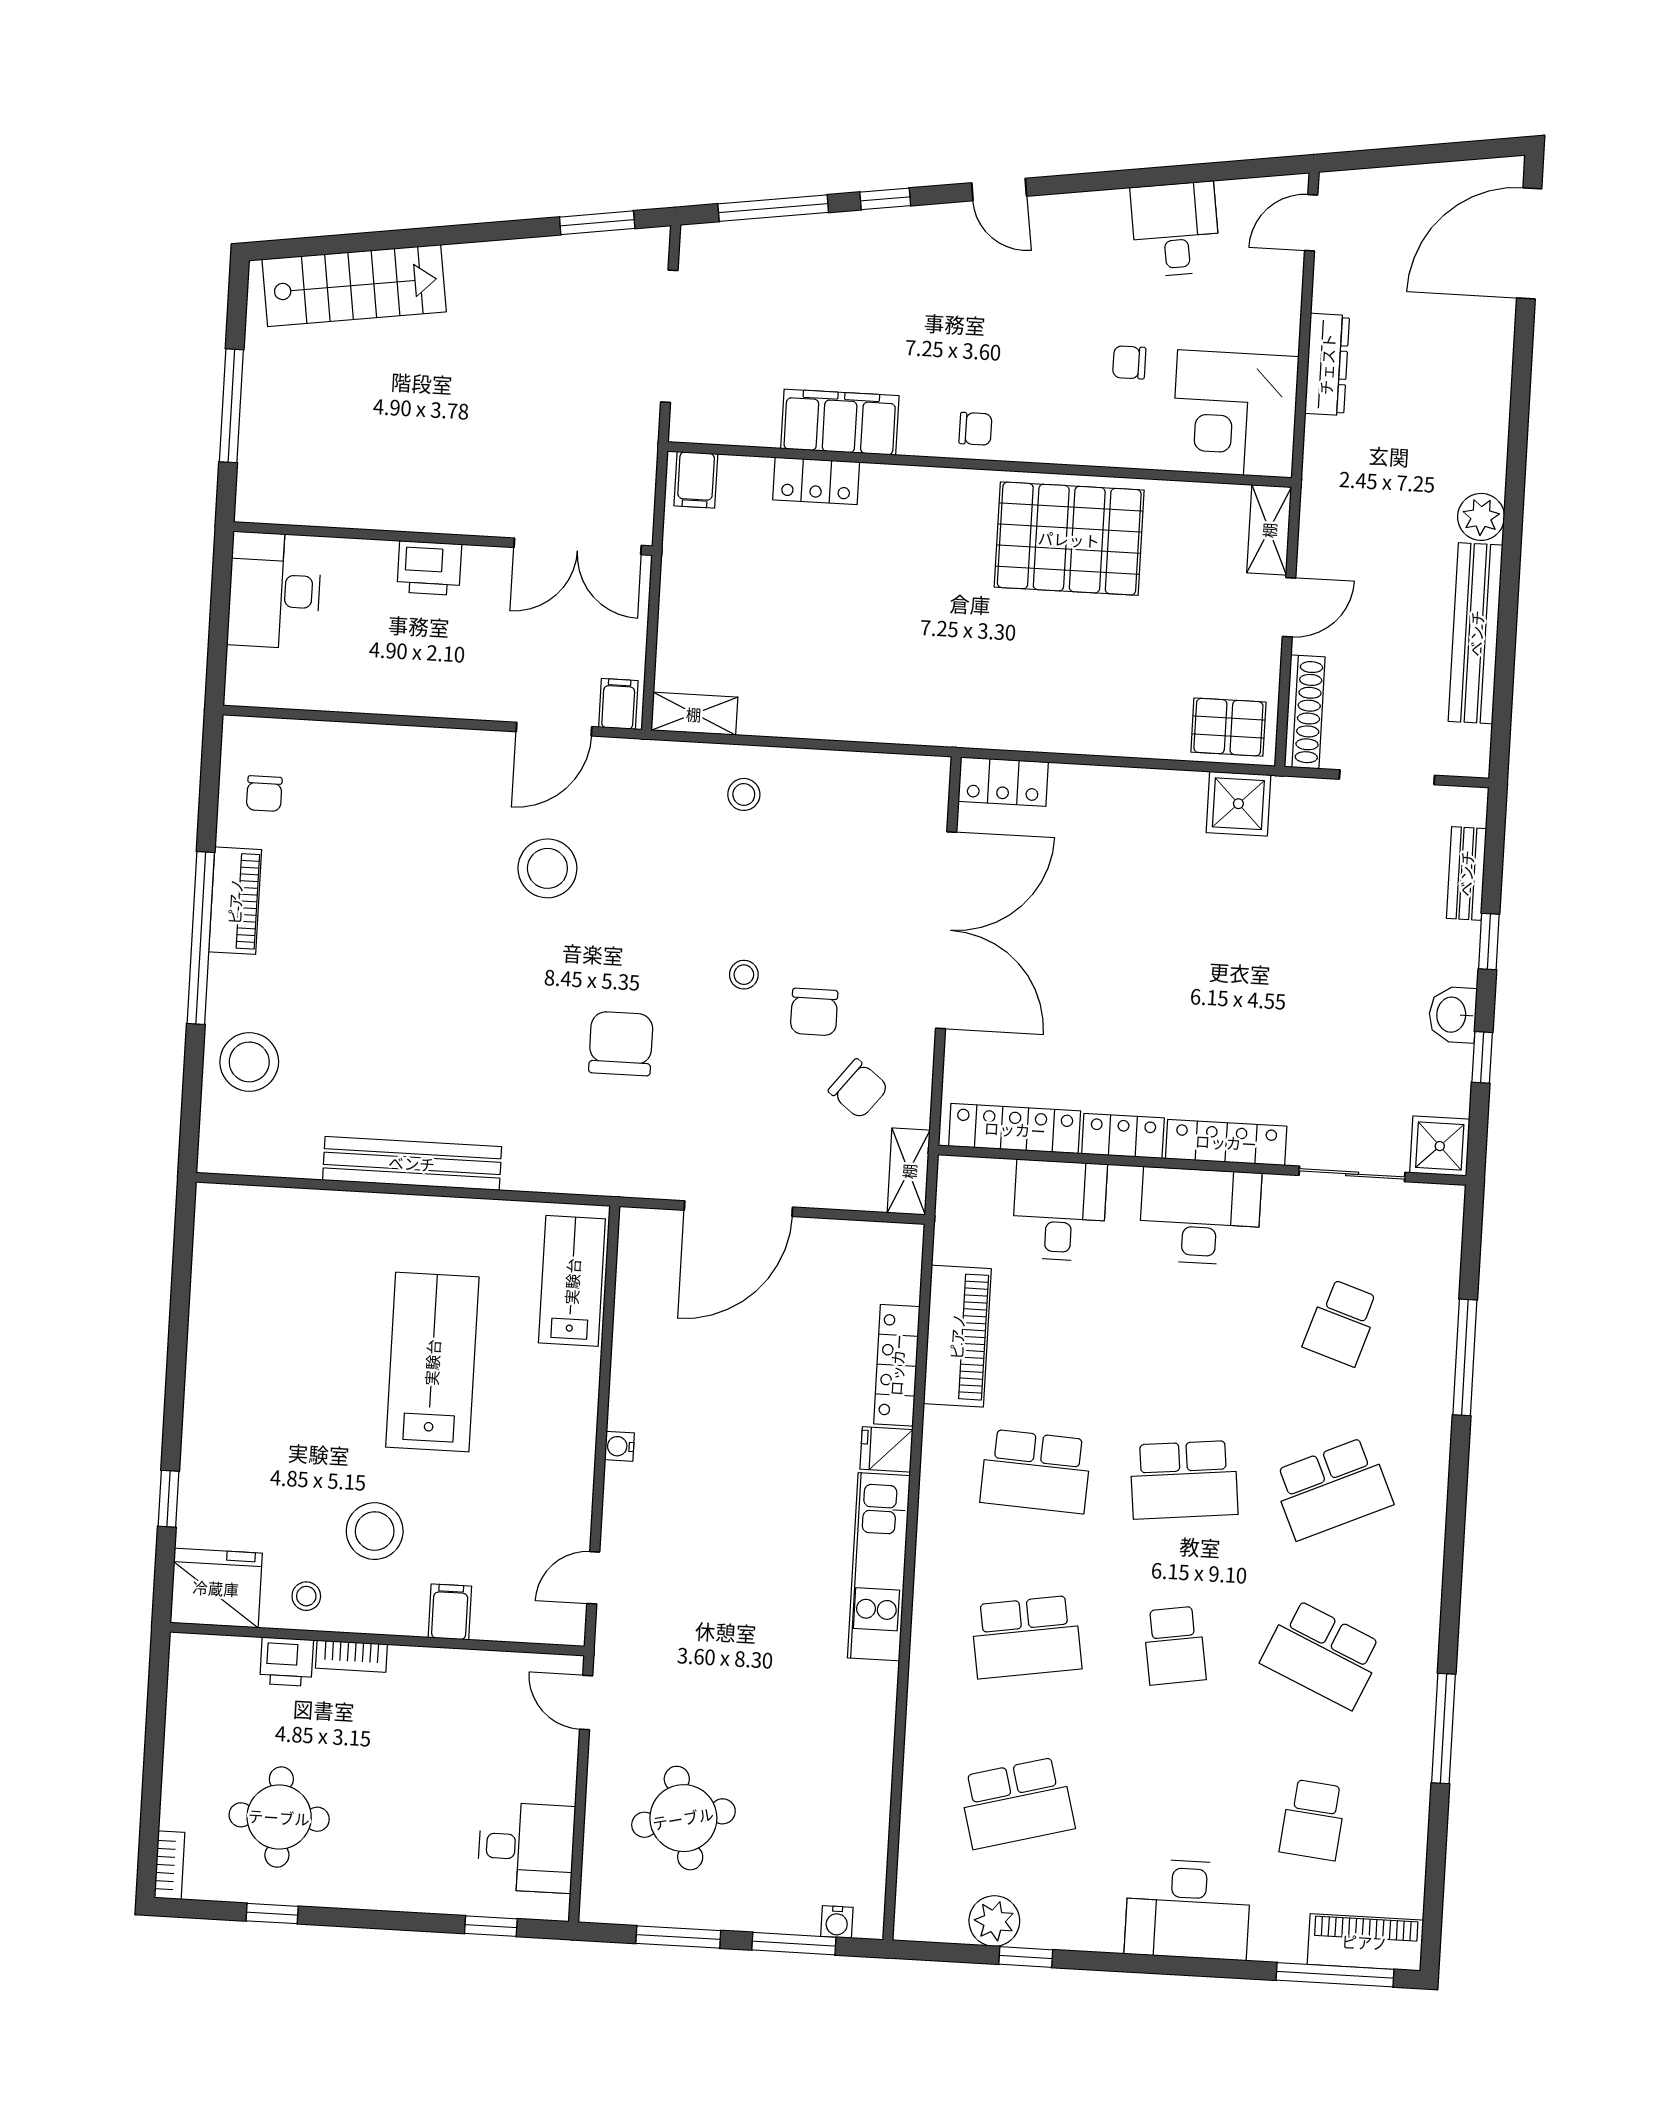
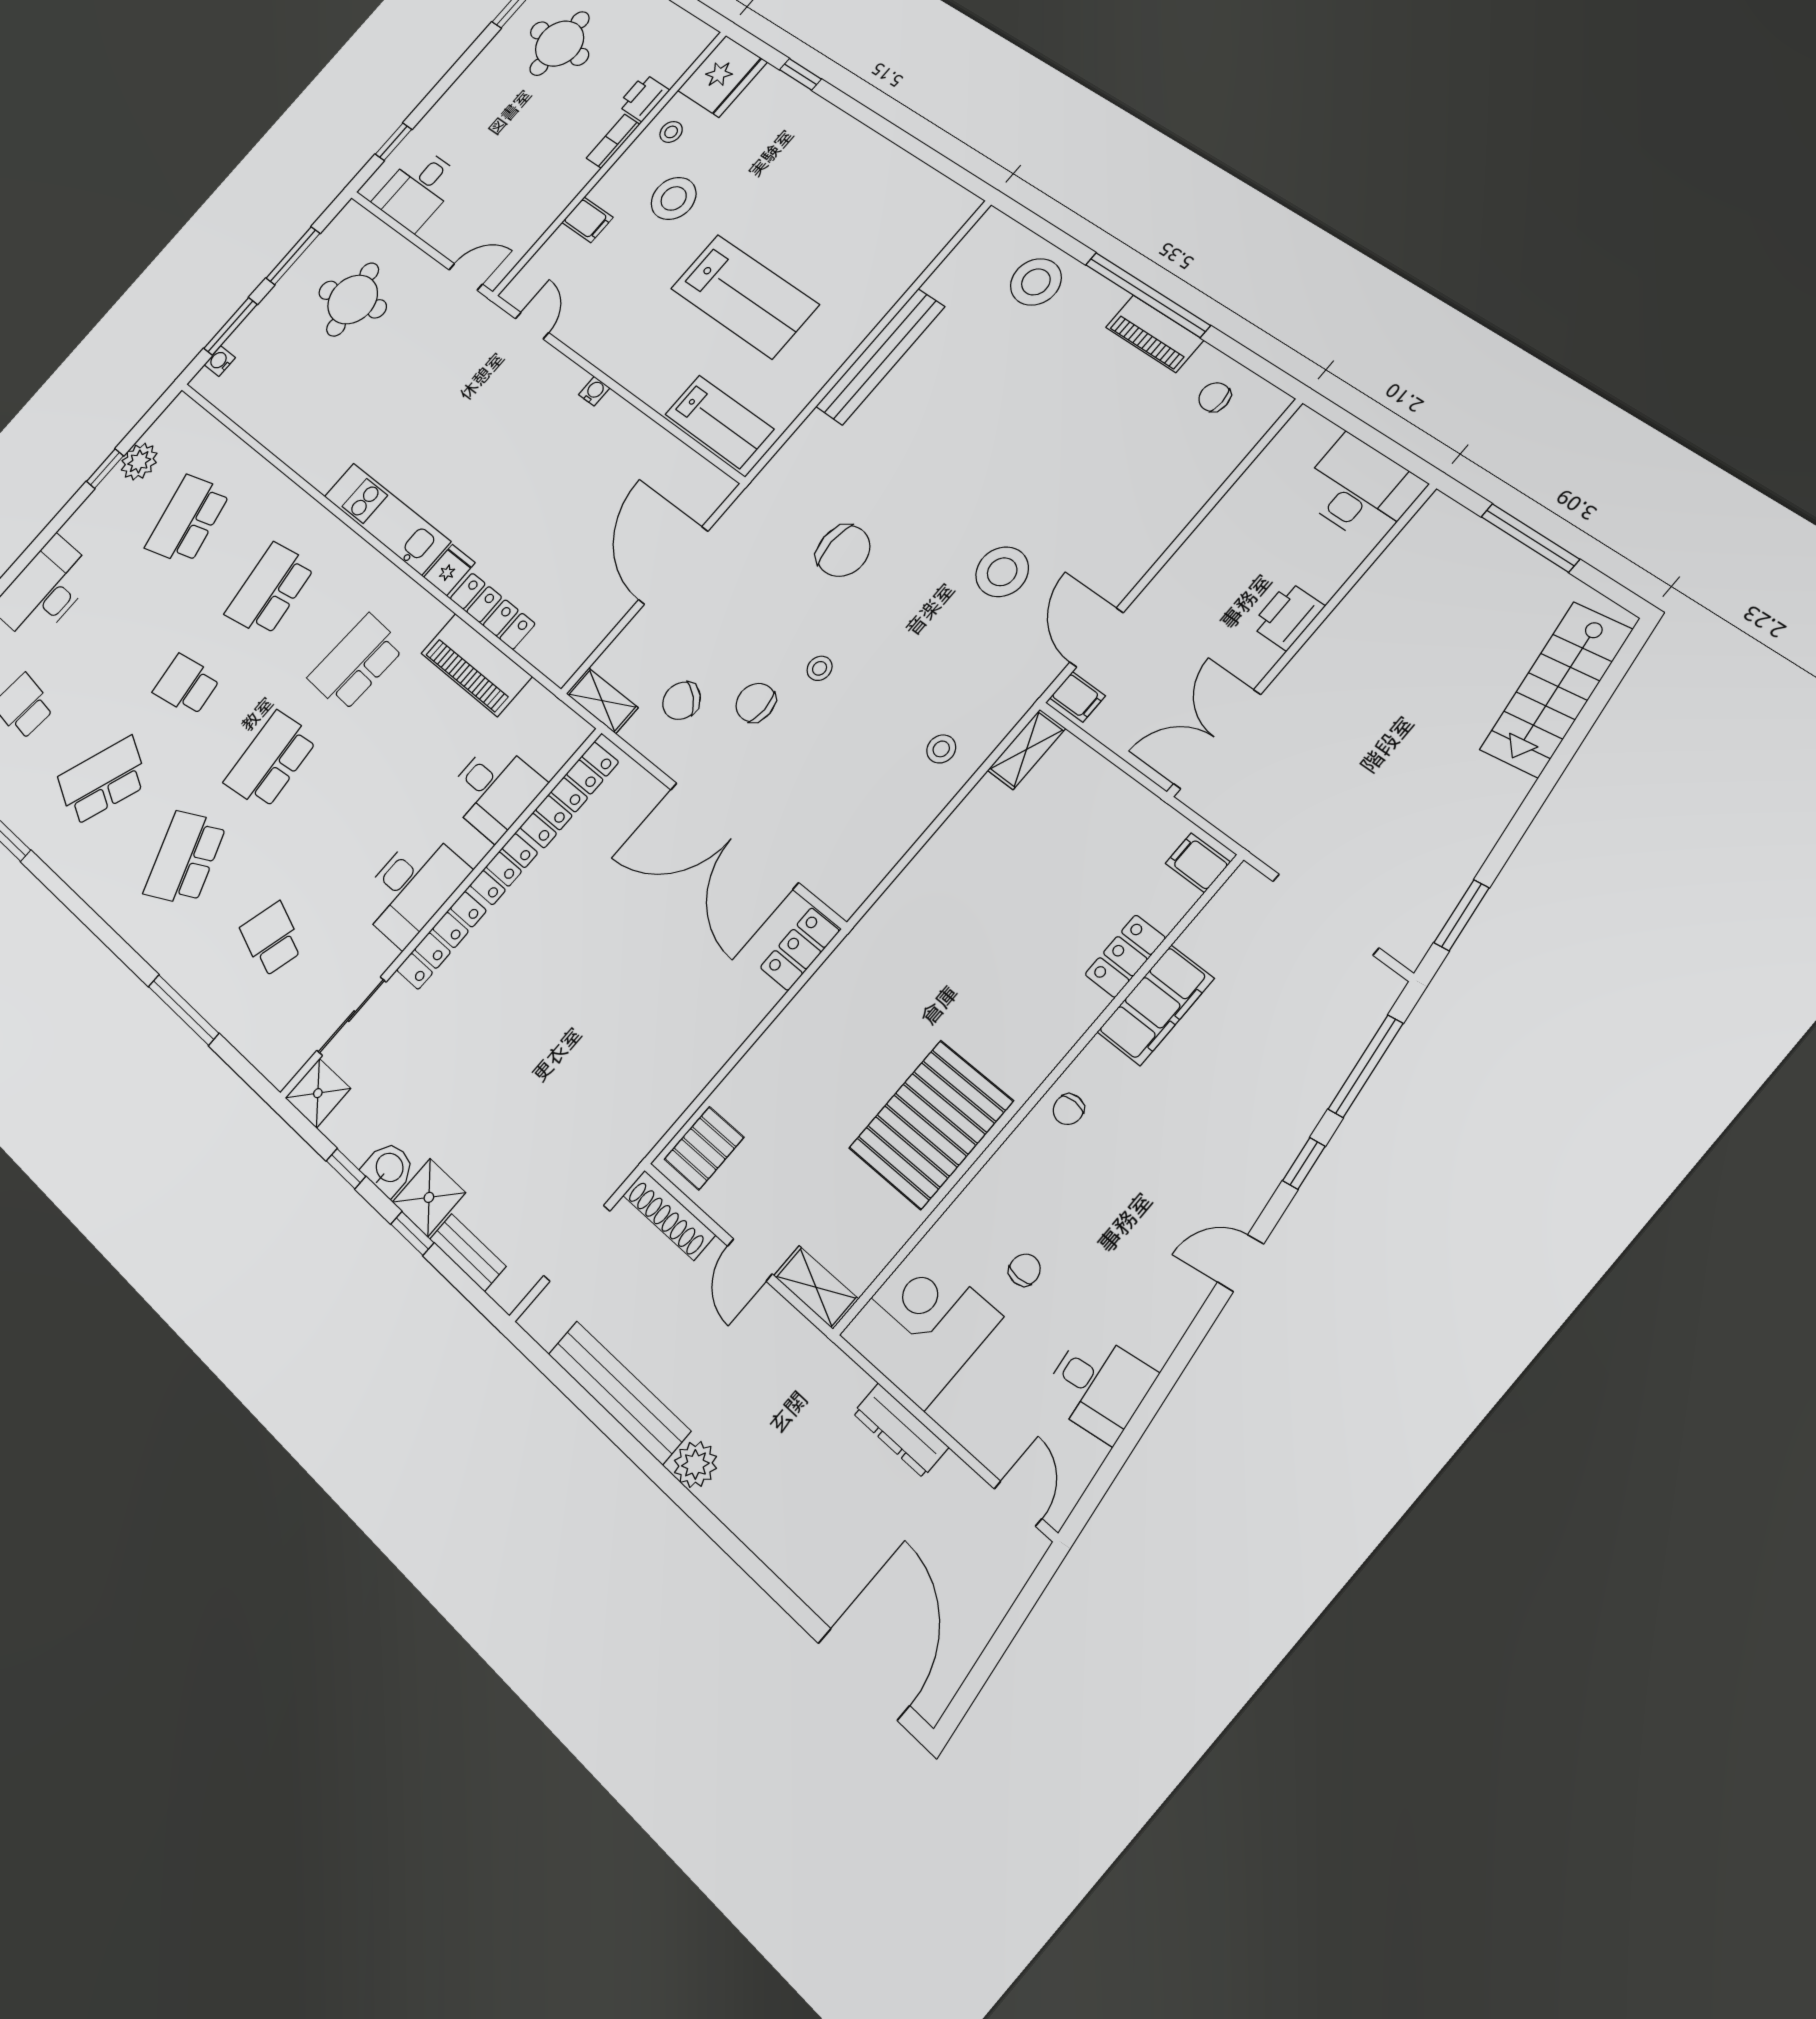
shower: (1238, 804) -> (429, 1197), moved

